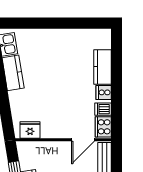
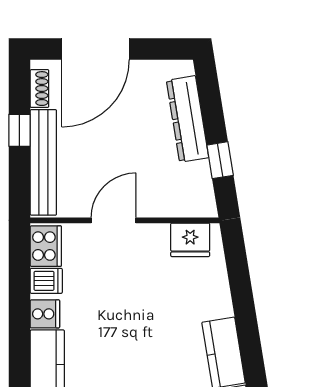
door: (83, 140) -> (113, 220), moved

